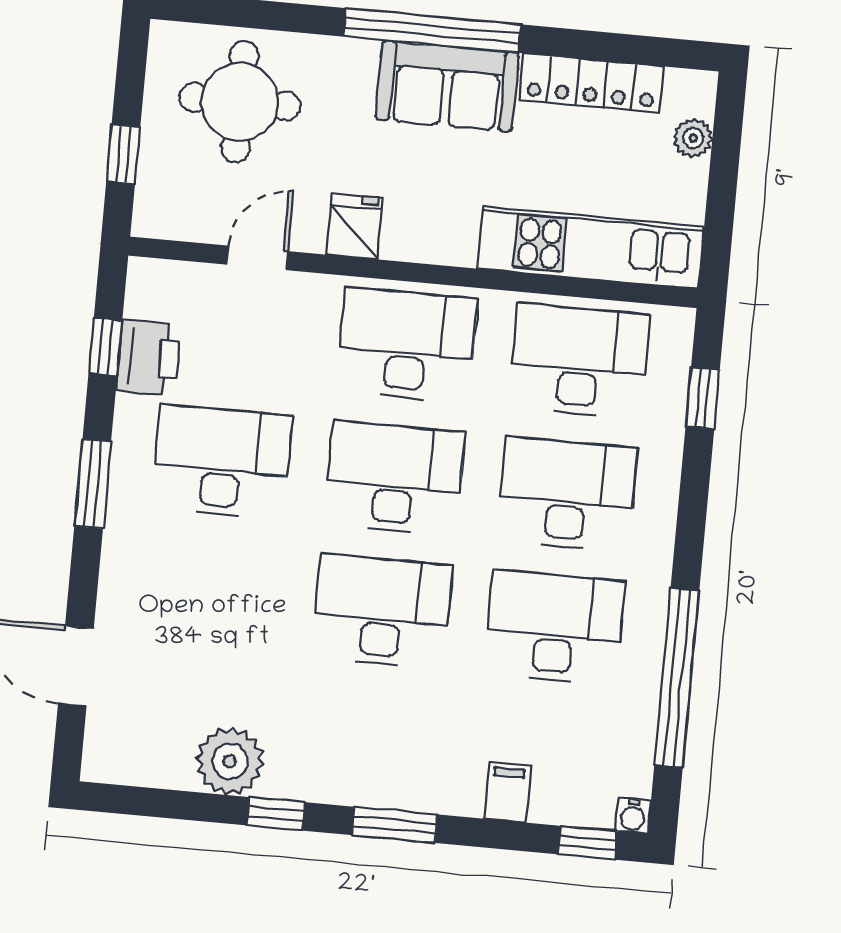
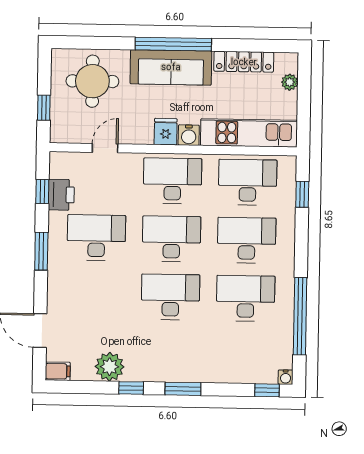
sofa: (447, 86) -> (171, 67), width x1.36
fridge: (354, 226) -> (166, 132), moved
water cooler: (452, 243) -> (189, 135), added
filing cabinet: (508, 792) -> (58, 371), moved, turned 90

